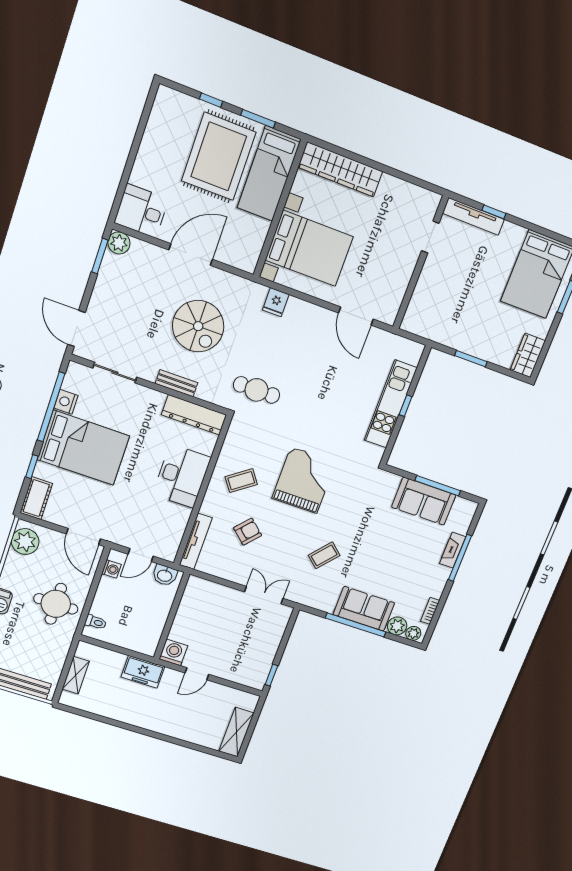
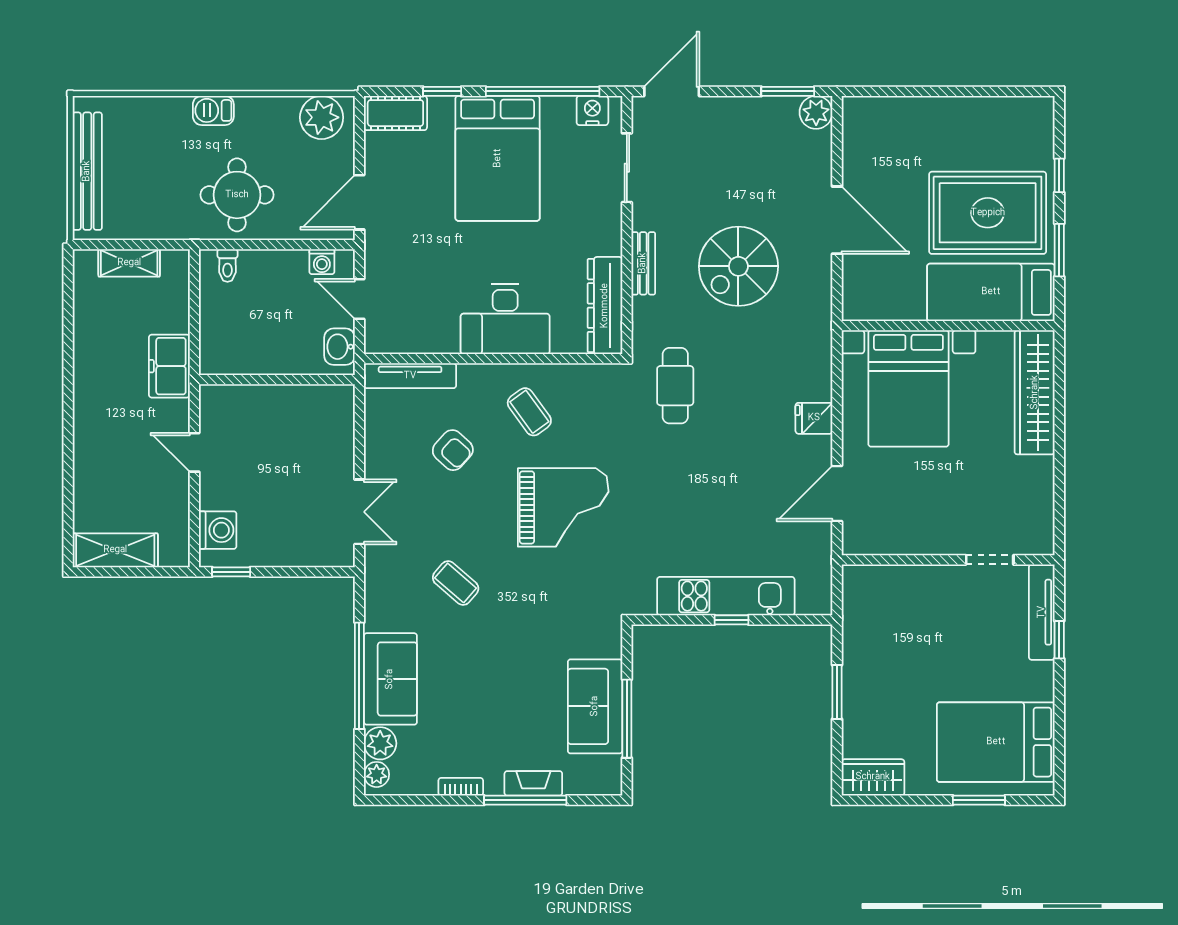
desk: (141, 211) -> (873, 129), removed
fridge: (276, 302) -> (814, 418), moved
nightstand: (66, 402) -> (592, 110), moved
bookcase: (430, 611) -> (461, 787), moved
washing machine: (173, 652) -> (218, 530), moved

